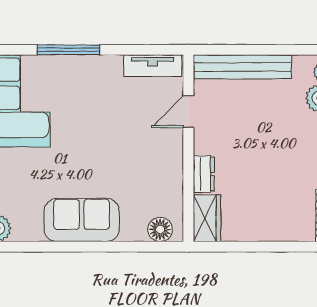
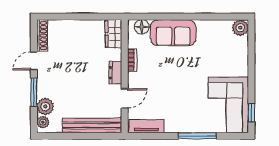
dresser: (204, 174) -> (115, 73), moved
bookcase: (176, 175) -> (132, 60), added
sofa: (82, 220) -> (173, 33), moved

